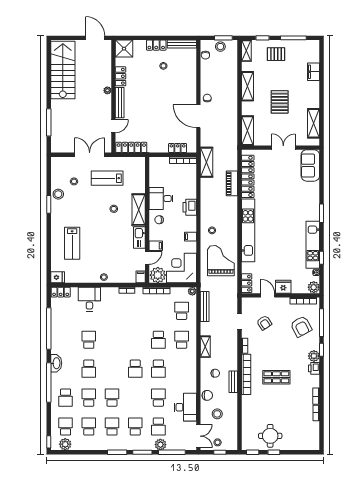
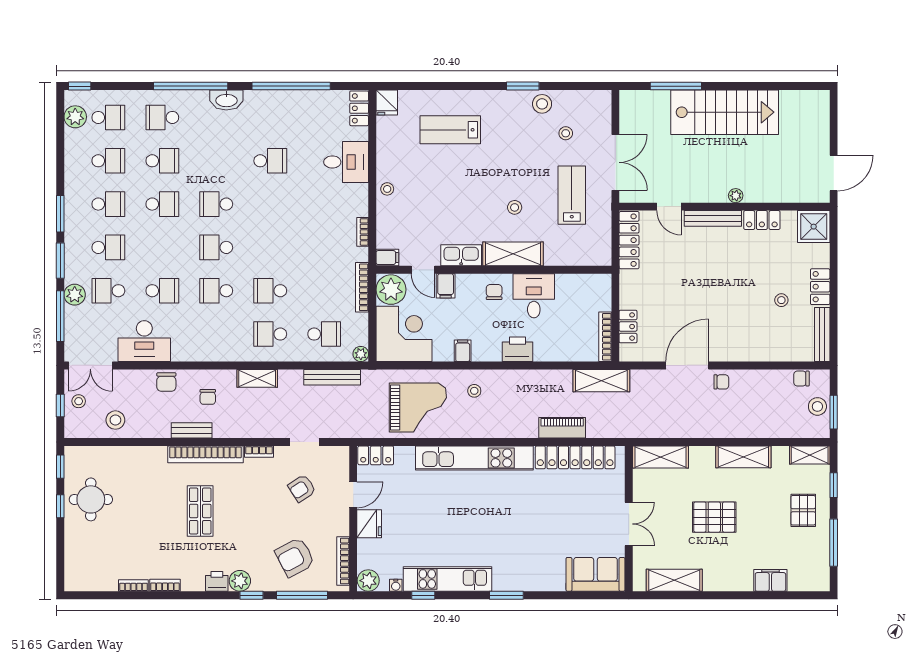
stairs: (63, 70) -> (725, 112), moved
school desk: (182, 340) -> (270, 334), turned 180
school desk: (89, 369) -> (216, 204), moved
stool: (217, 414) -> (115, 420), moved

